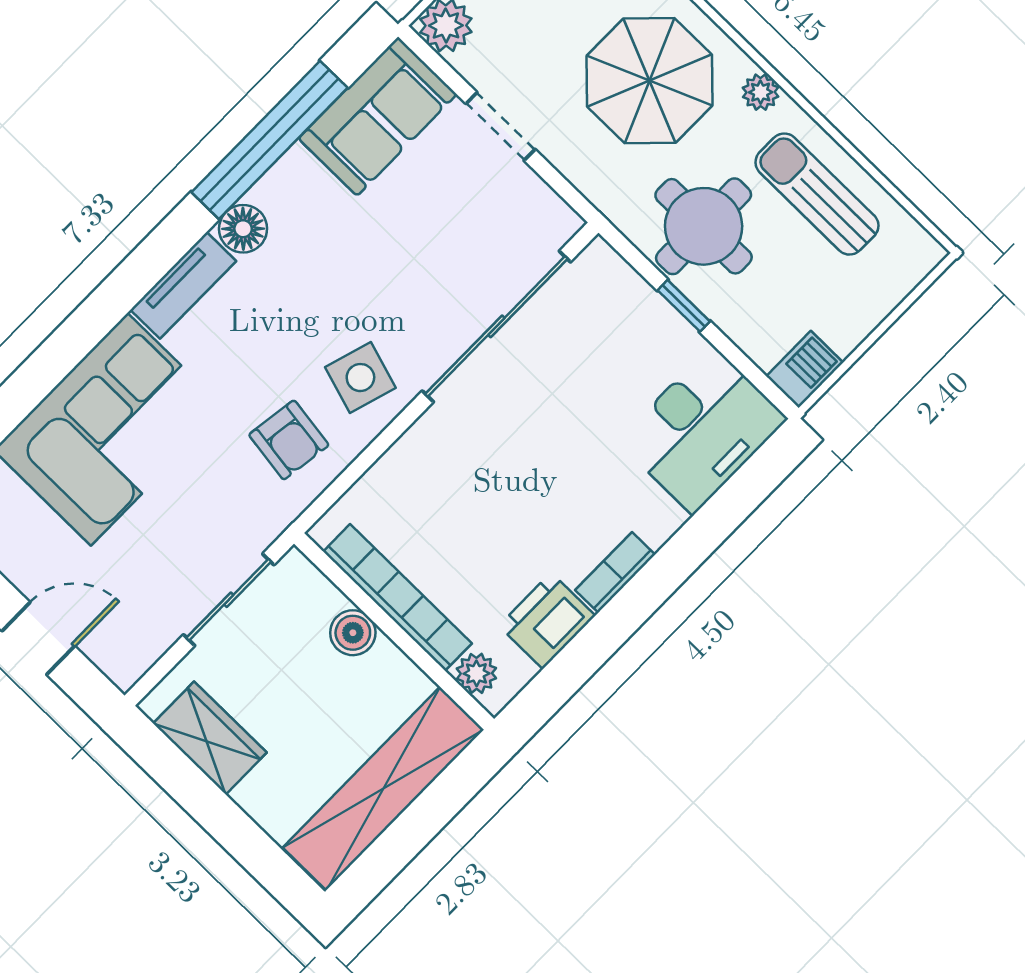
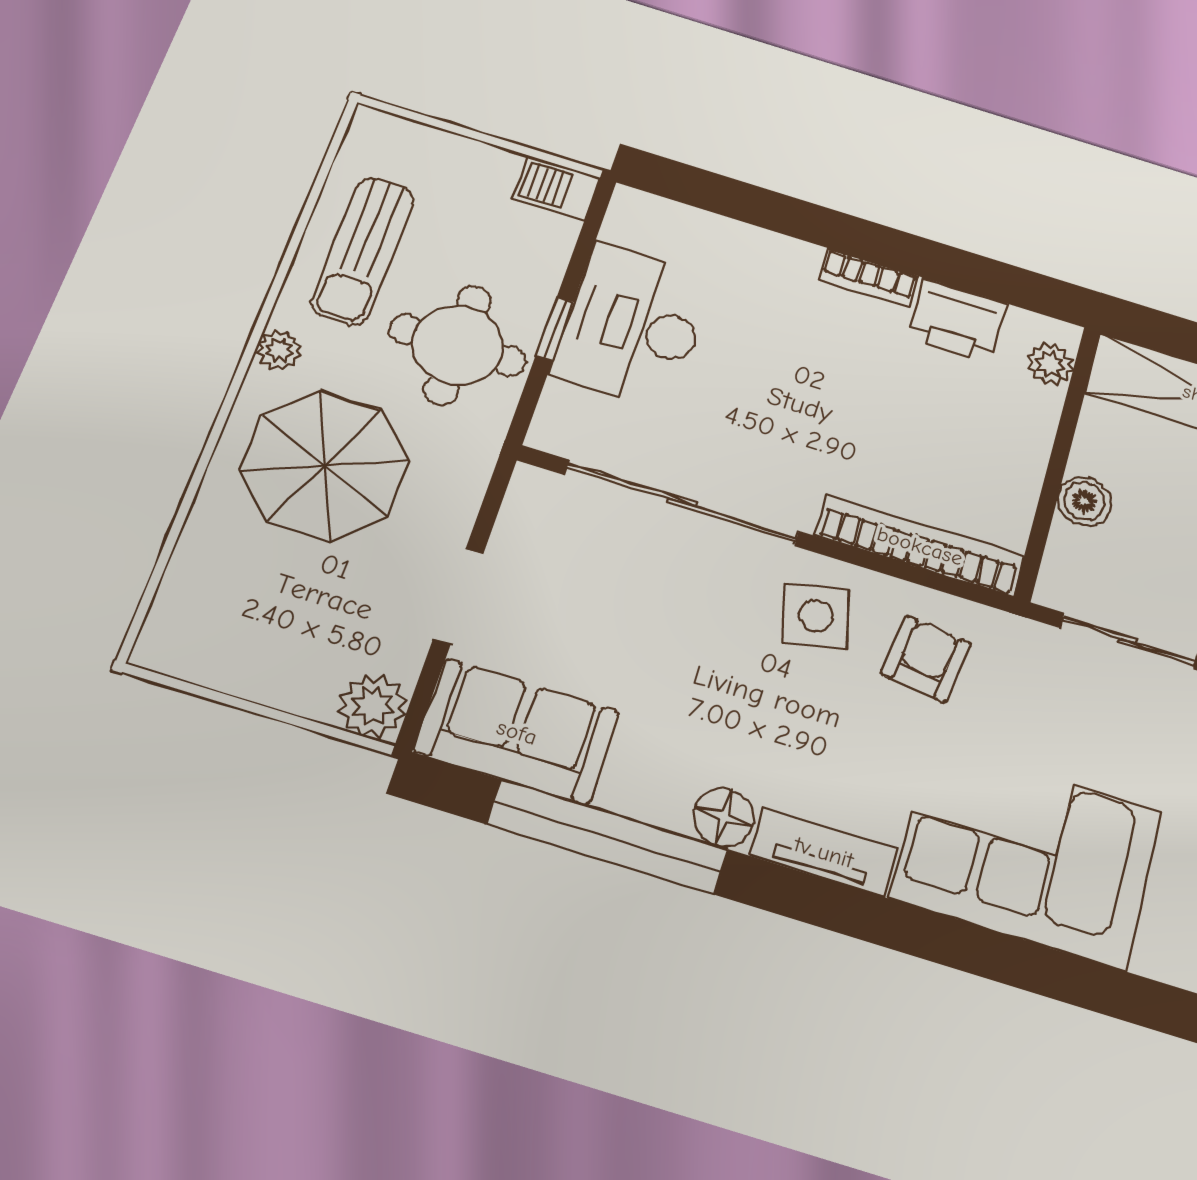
side table: (360, 378) -> (816, 616), turned -30
desk: (702, 430) -> (633, 325), moved, turned -90
bookcase: (398, 597) -> (920, 546), moved, turned 90

